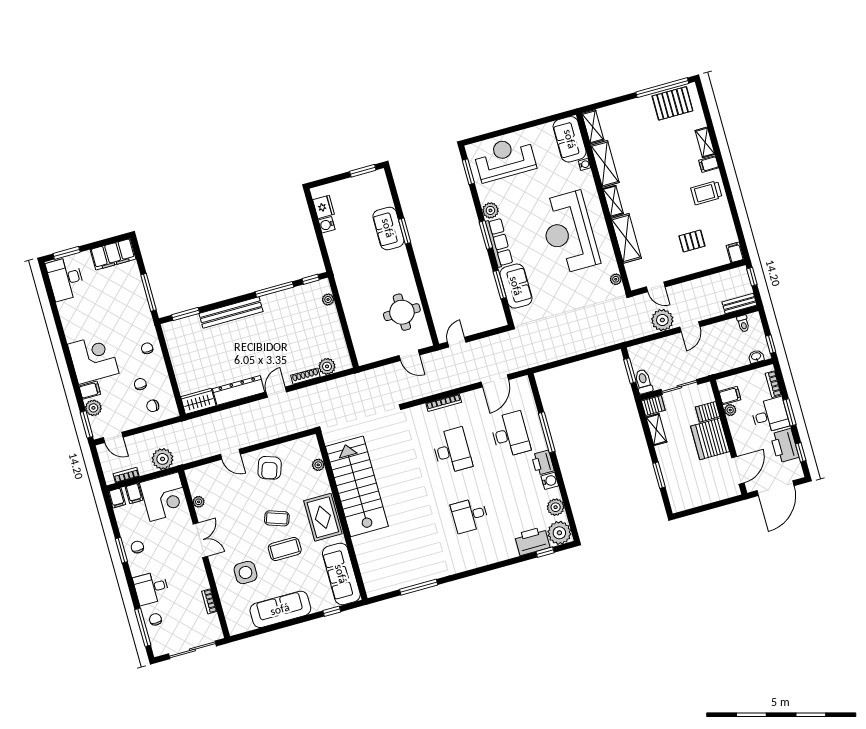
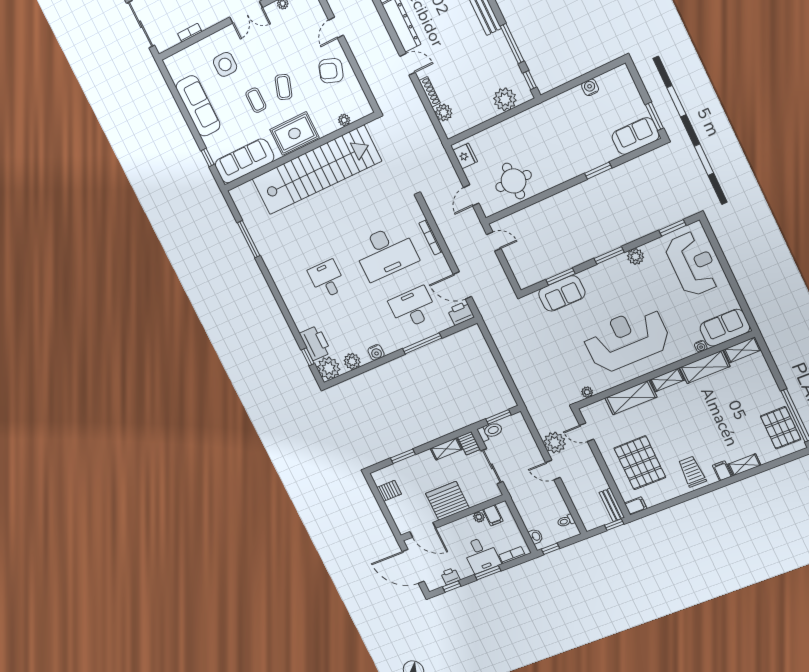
fridge: (324, 207) -> (465, 156), moved, turned -90
sofa: (388, 228) -> (635, 136), moved
pallet: (692, 241) -> (640, 463), width x2.05, depth x2.00
row of seats: (499, 242) -> (604, 270), removed
door: (656, 287) -> (587, 432), hinge flipped
plant: (328, 300) -> (505, 99), width x1.88, depth x1.88
bench: (739, 304) -> (612, 505), moved
server rack: (708, 412) -> (389, 491), moved, turned 90
desk: (510, 434) -> (413, 308), turned 180
printer: (784, 446) -> (450, 576), width x0.53, depth x0.68
desk: (452, 451) -> (385, 252), width x1.36, depth x1.30
printer: (543, 463) -> (461, 313), moved
stairs: (357, 486) -> (316, 170), width x1.36
coffee table: (285, 549) -> (256, 100), width x0.73, depth x0.77

